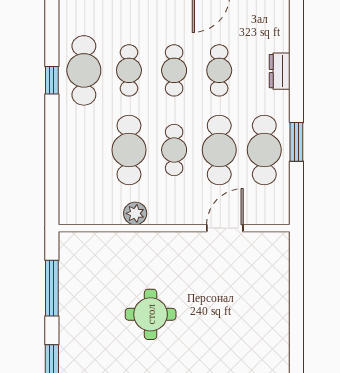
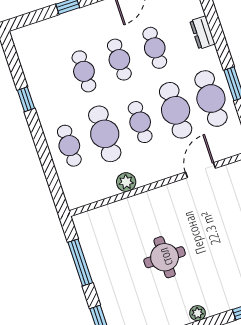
cafe table: (84, 70) -> (69, 146), moved, width x0.73, depth x0.74

